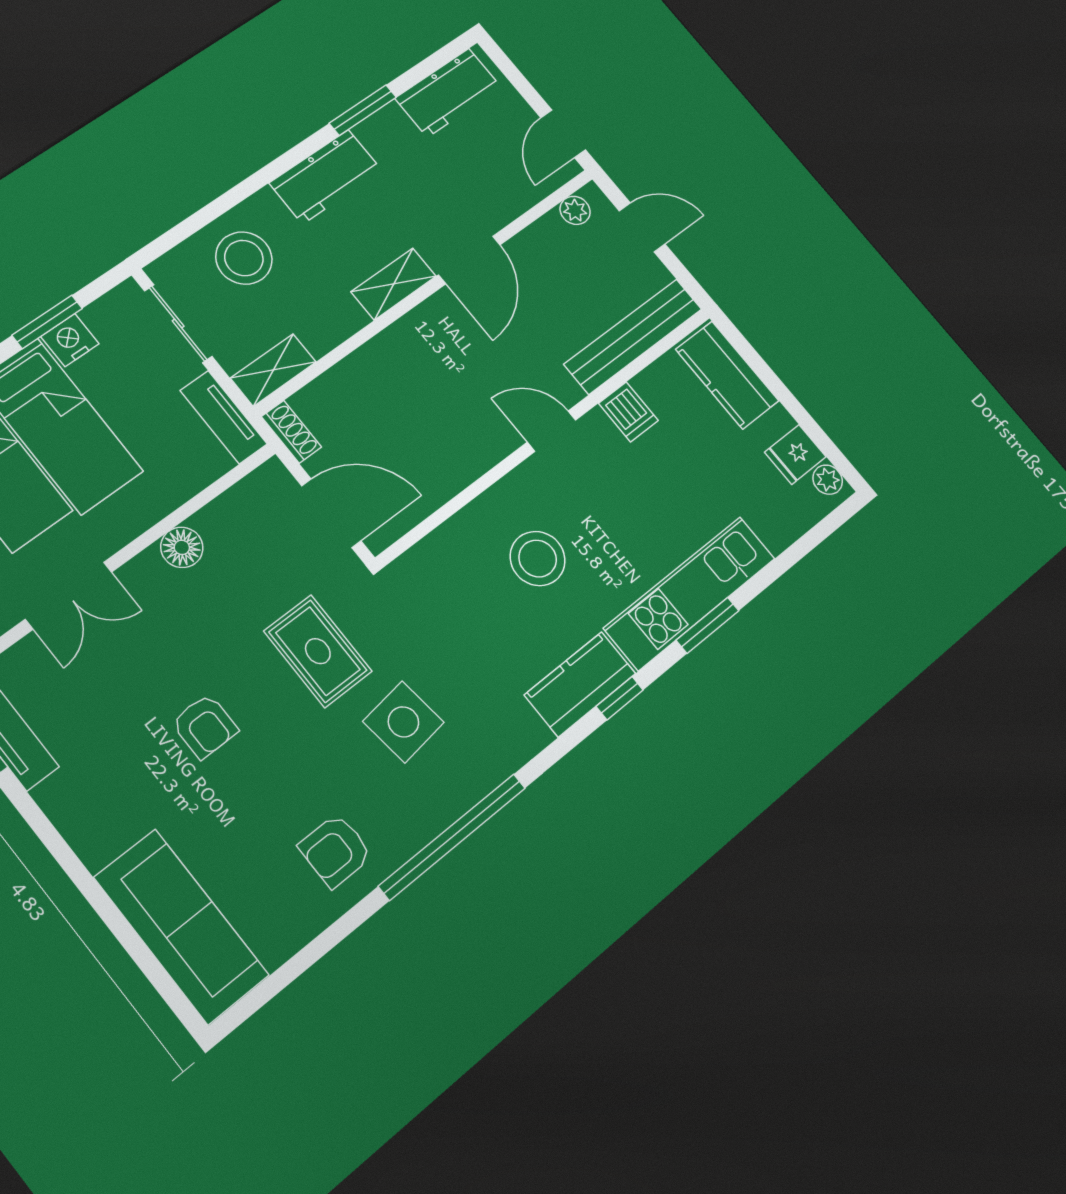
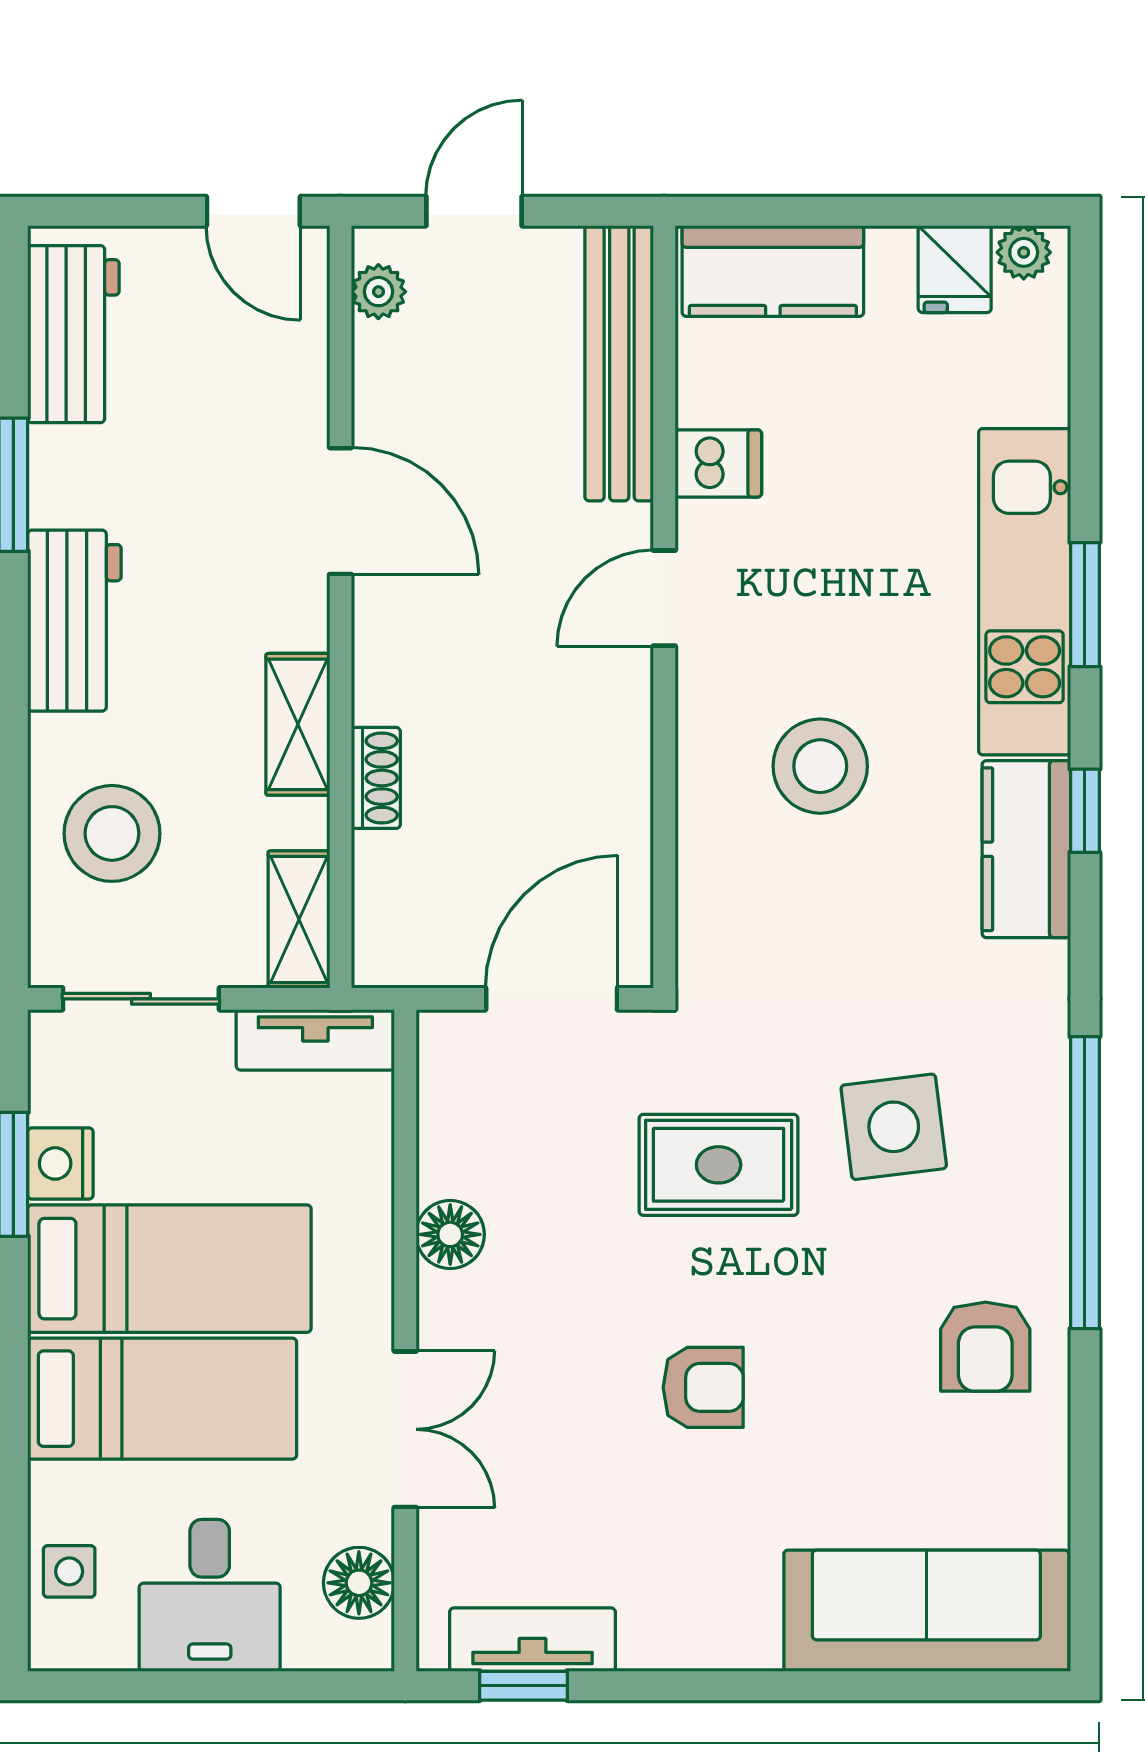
shelving: (394, 284) -> (298, 724), moved
shoe rack: (291, 432) -> (376, 778), moved, turned 90

